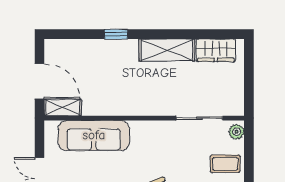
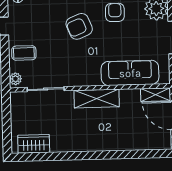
window: (116, 34) -> (114, 155), removed
shelving: (167, 50) -> (97, 99), moved

